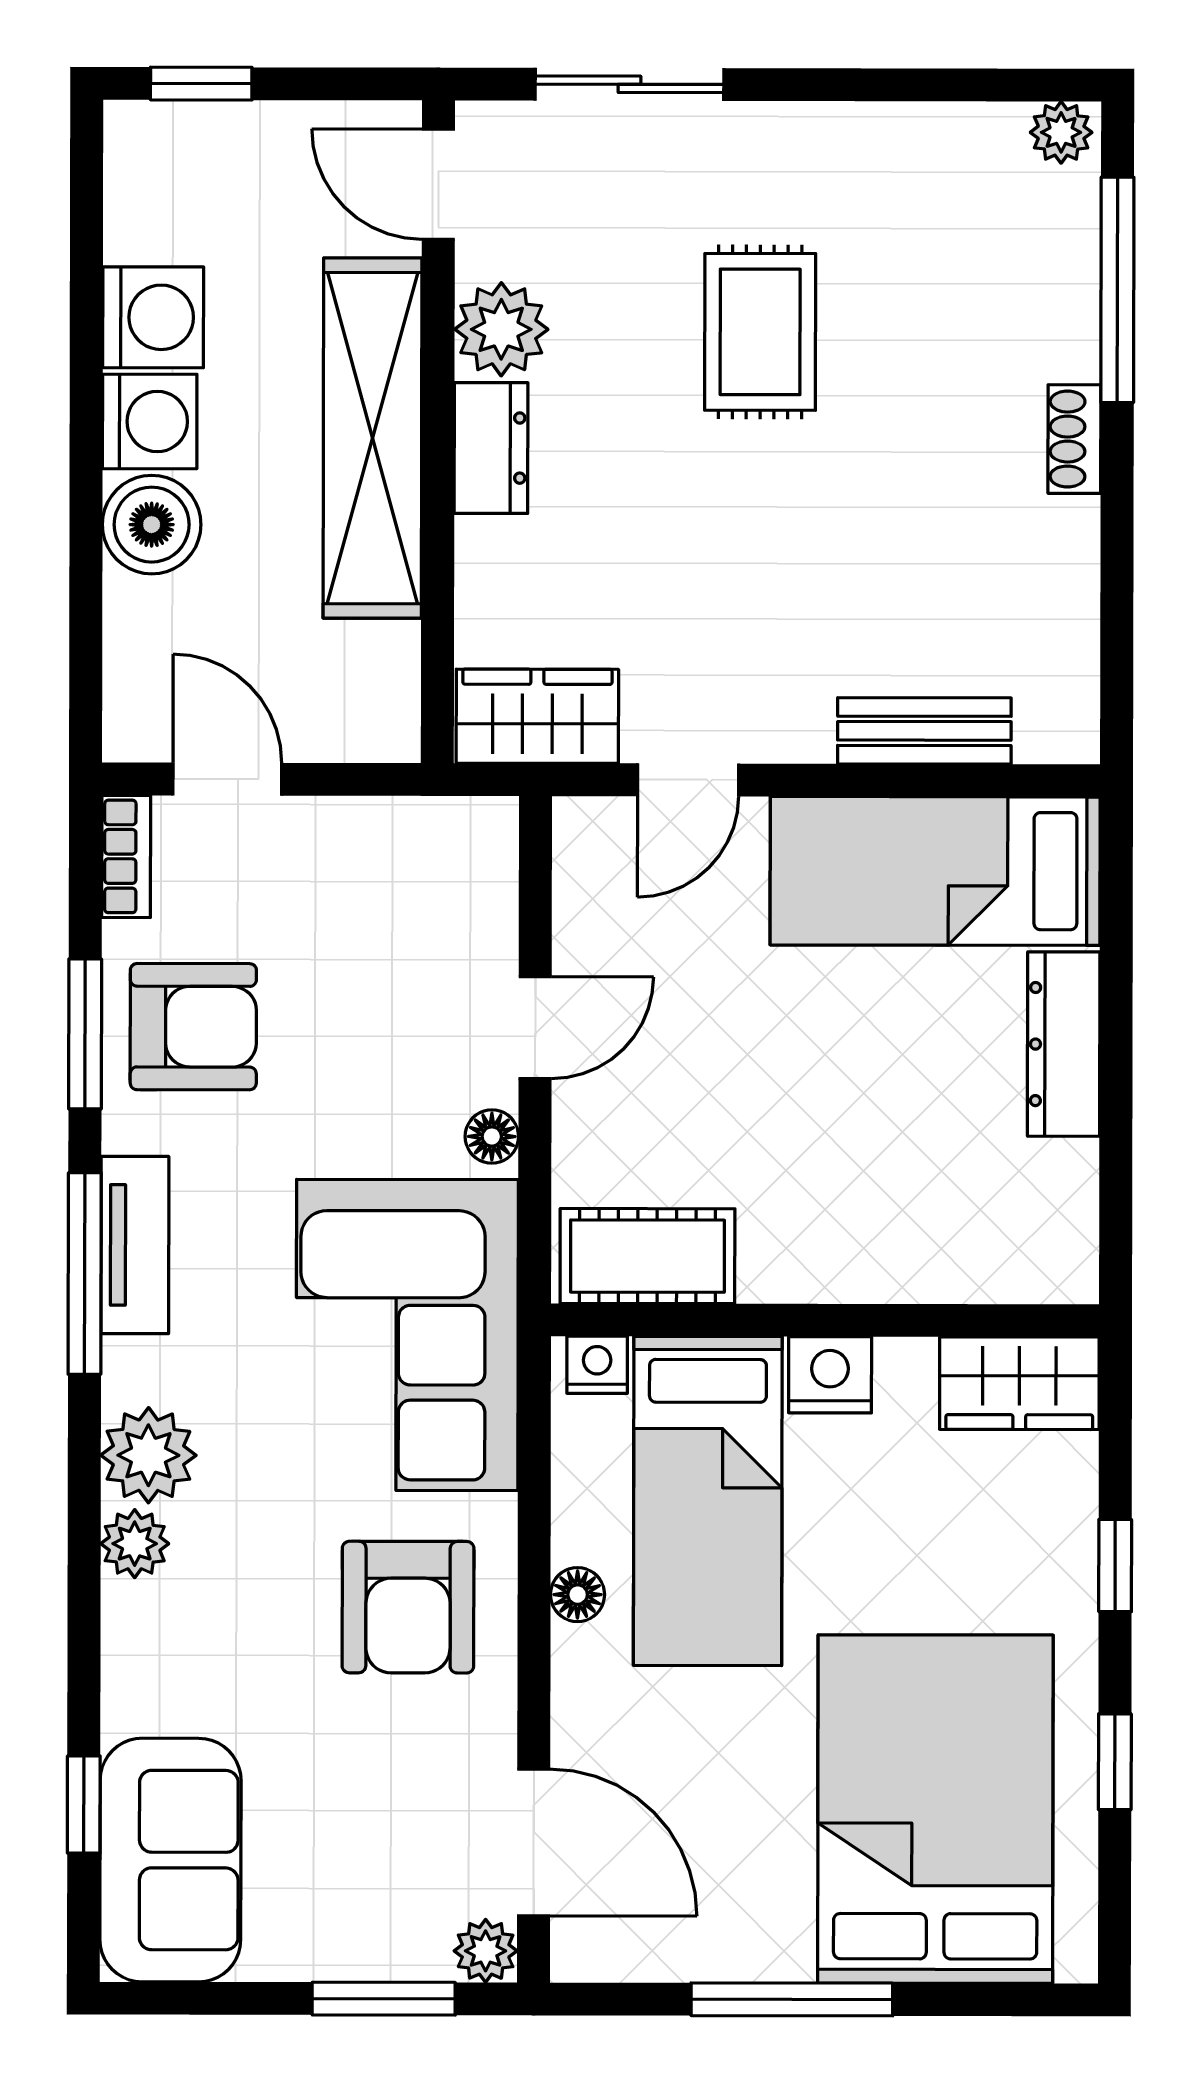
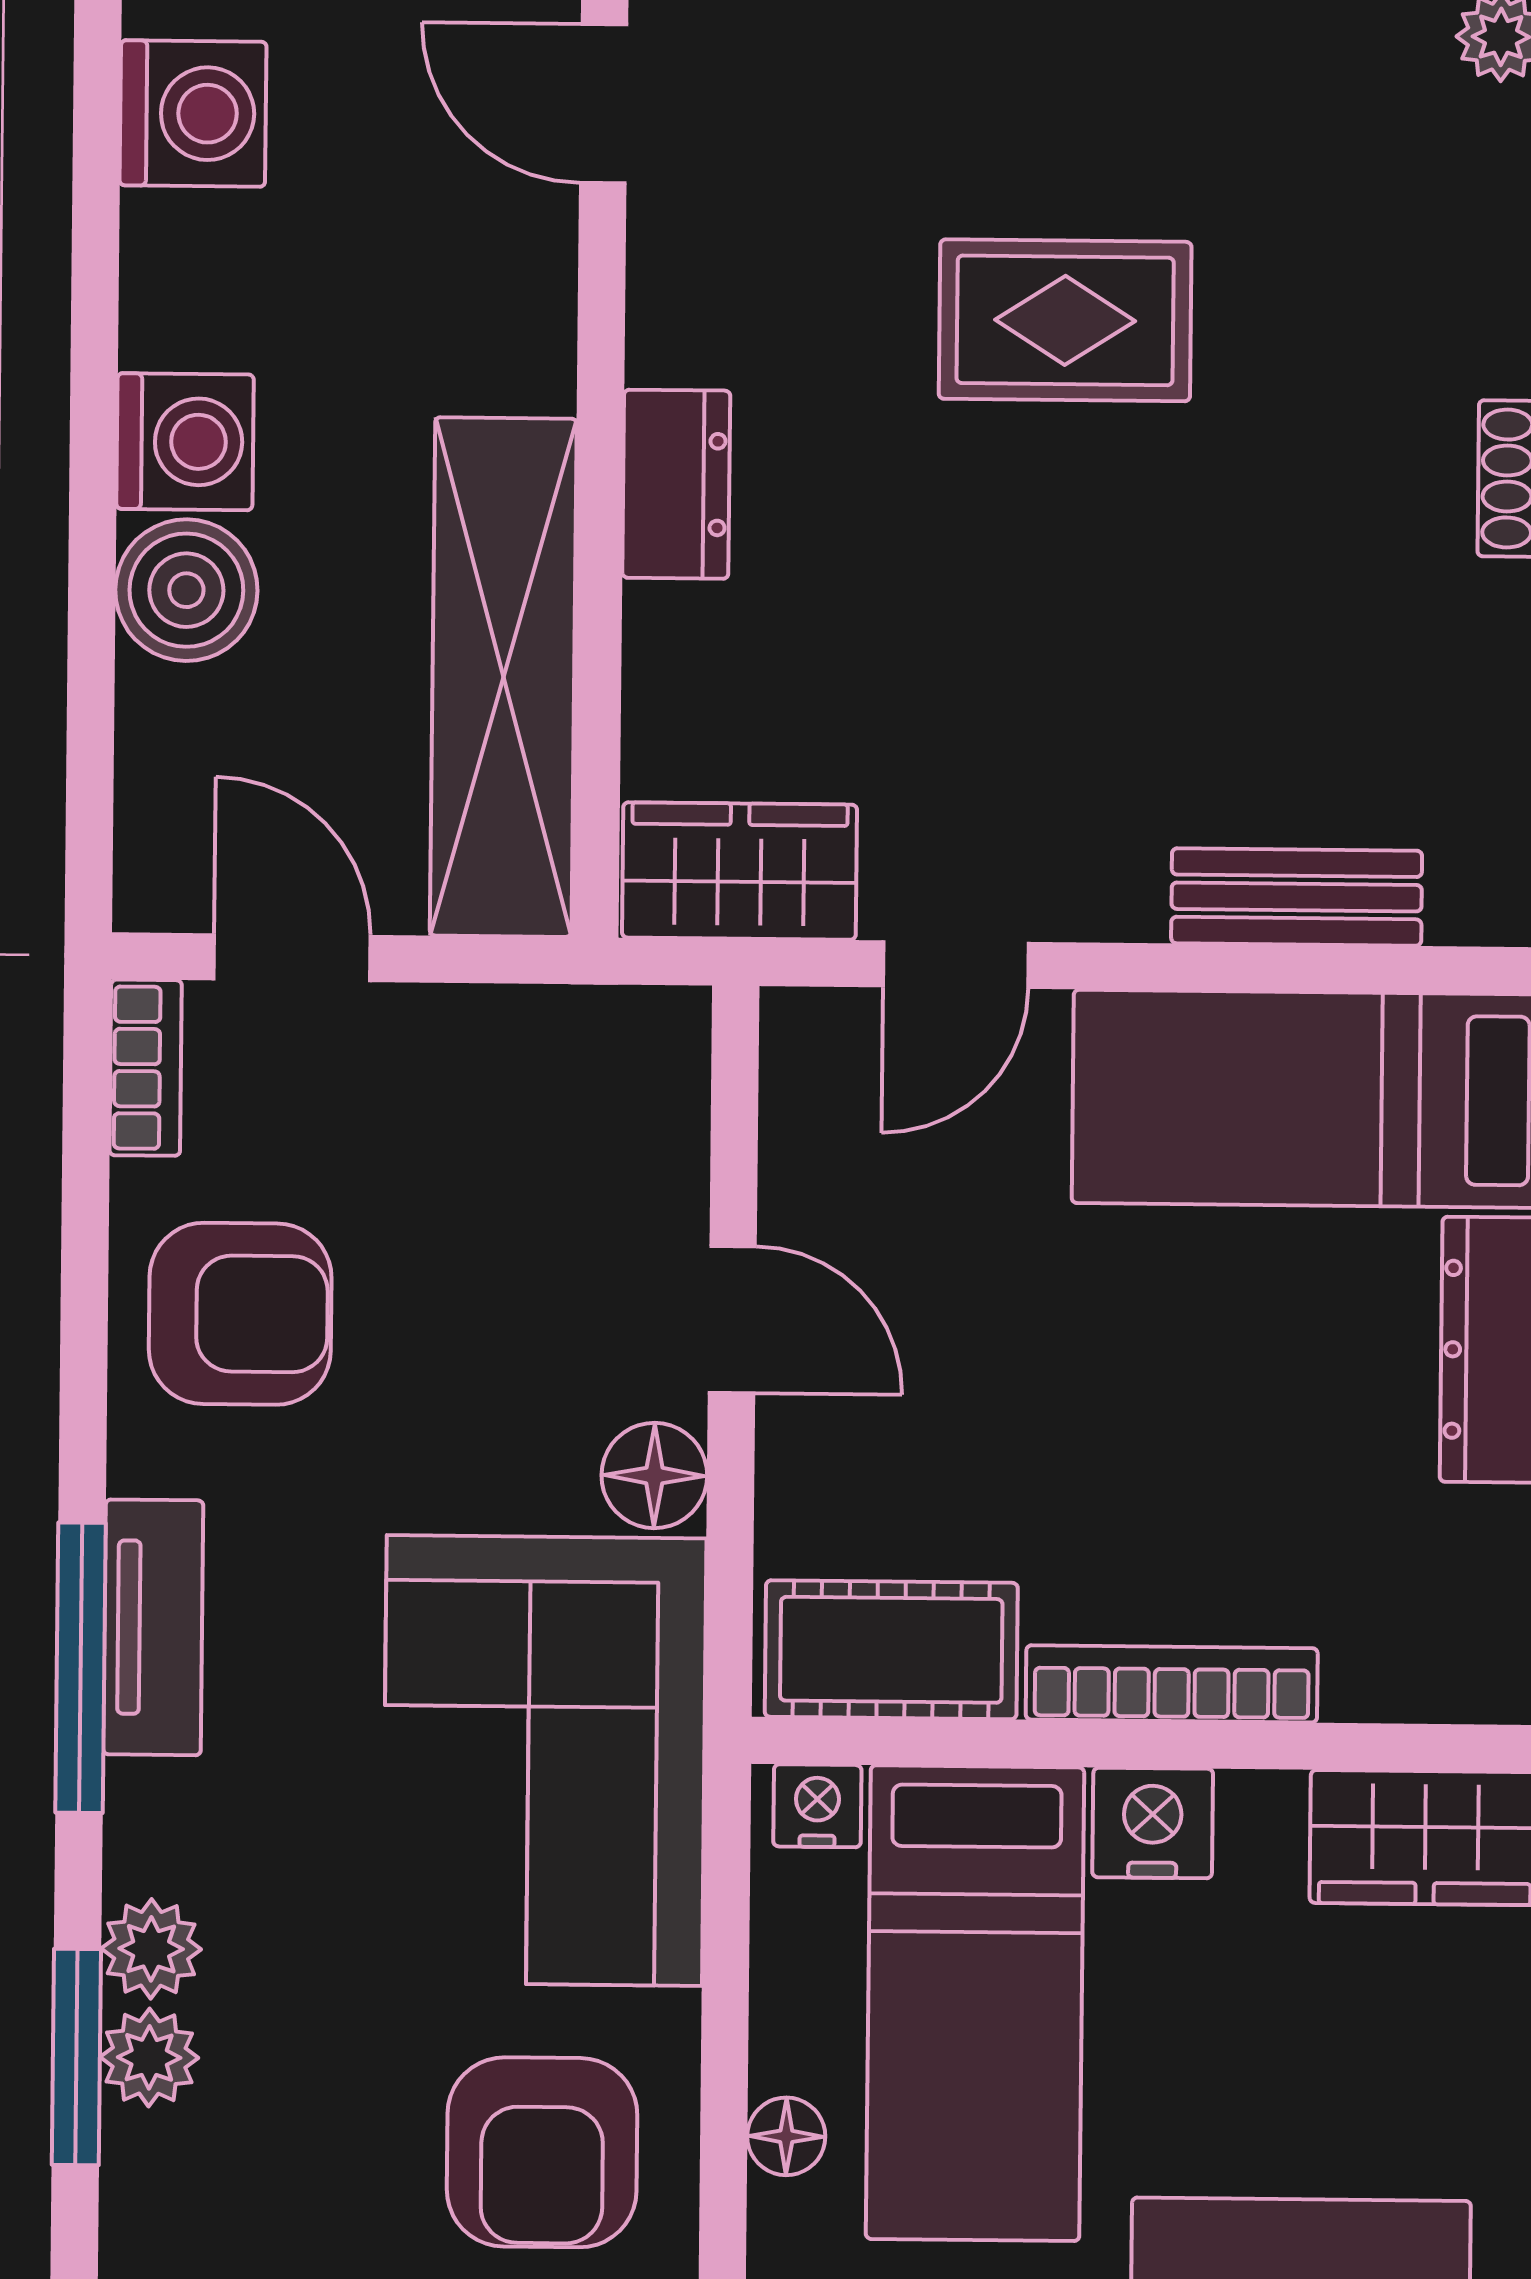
washing machine: (153, 317) -> (193, 114), moved
plant: (501, 329) -> (692, 313), removed
rug: (760, 332) -> (1065, 320), turned 90
shelving: (372, 438) -> (503, 677), moved
door: (535, 1028) -> (732, 1319), hinge flipped
window: (85, 1034) -> (76, 2057), moved
floor lamp: (492, 1137) -> (654, 1476), width x1.37, depth x1.37
bookcase: (842, 1278) -> (1172, 1684), added
plant: (148, 1455) -> (151, 1949), width x0.73, depth x0.73

